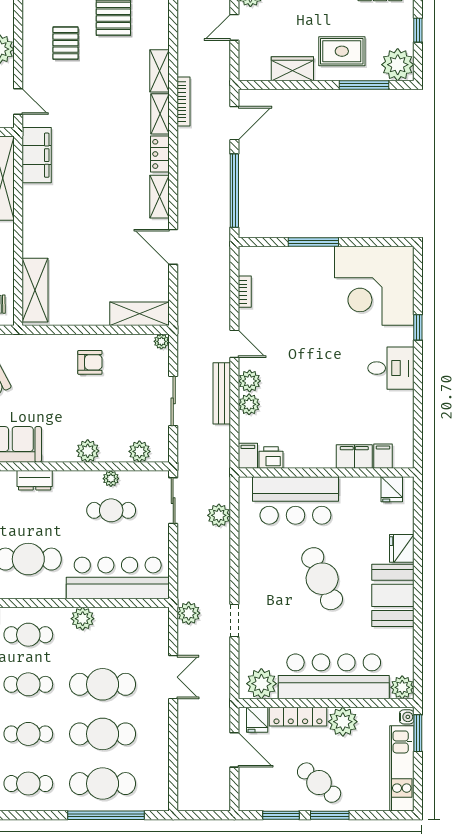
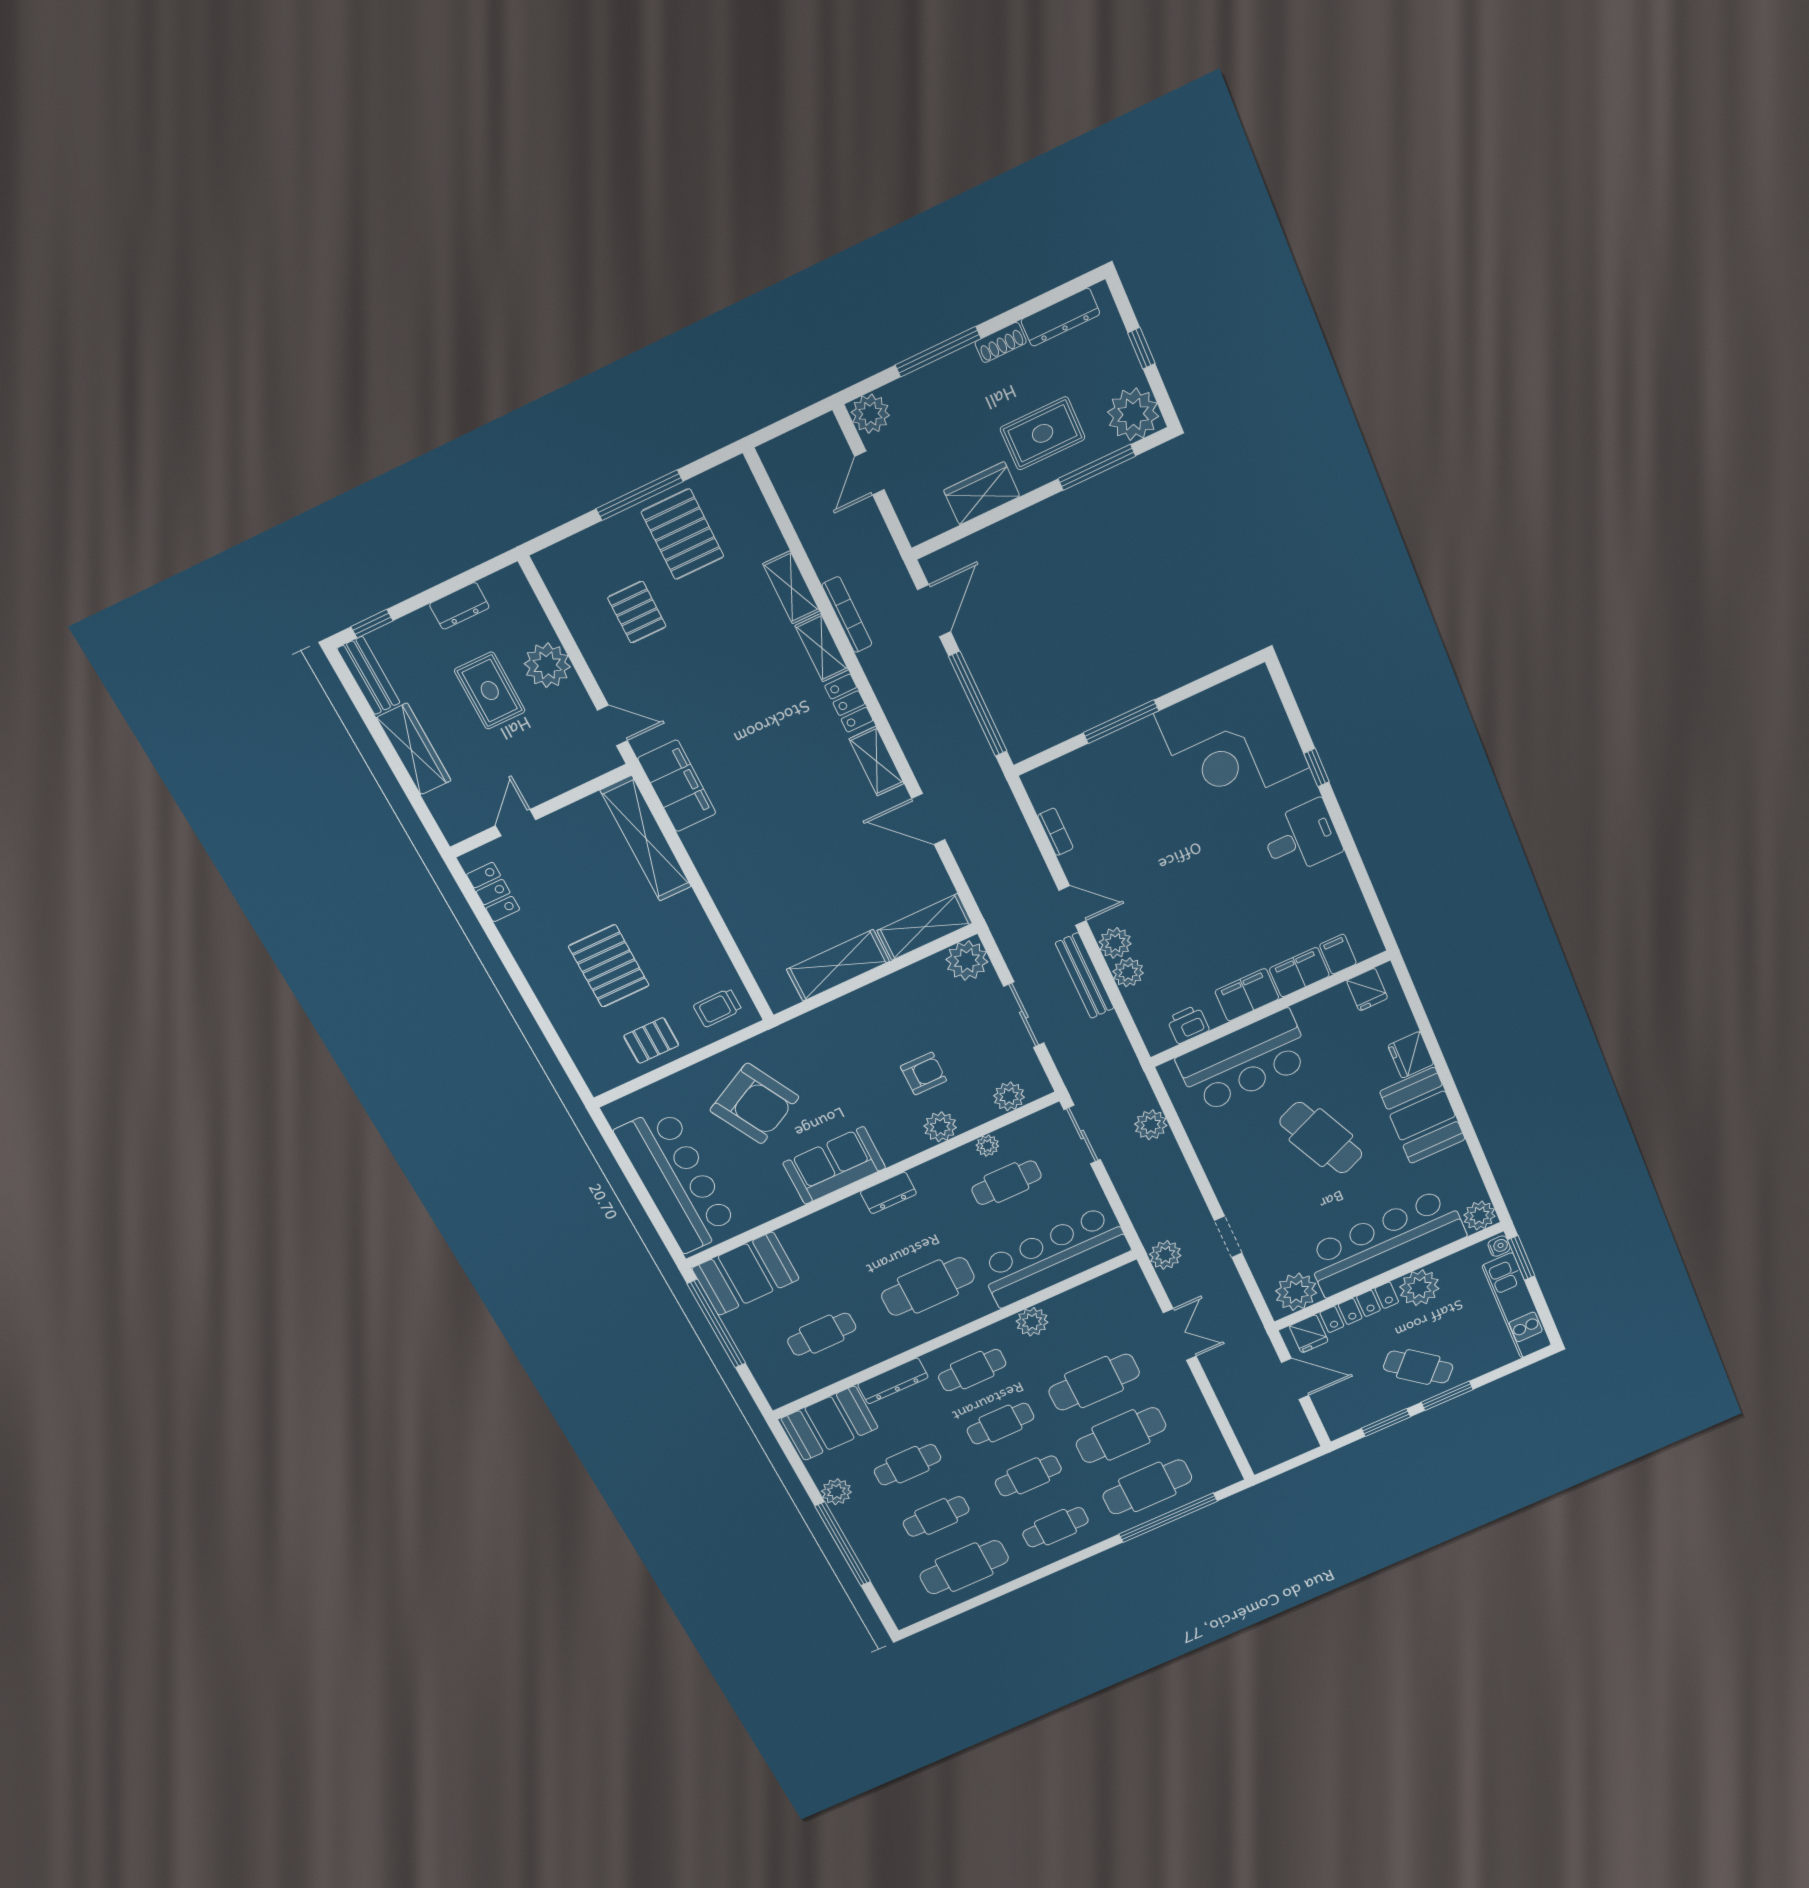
shelving: (35, 290) -> (838, 965), moved, turned 90
plant: (161, 341) -> (967, 961), width x1.88, depth x1.88
armchair: (90, 362) -> (923, 1074), moved
filing cabinet: (248, 456) -> (1247, 995), moved, width x2.00

